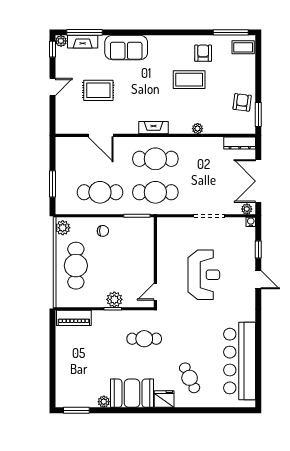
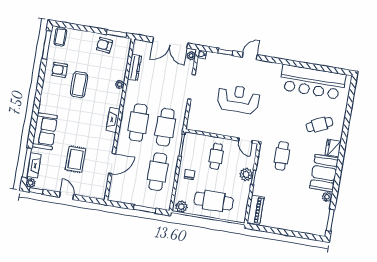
dresser: (240, 143) -> (134, 67), moved
cafe table: (130, 260) -> (216, 156), added

